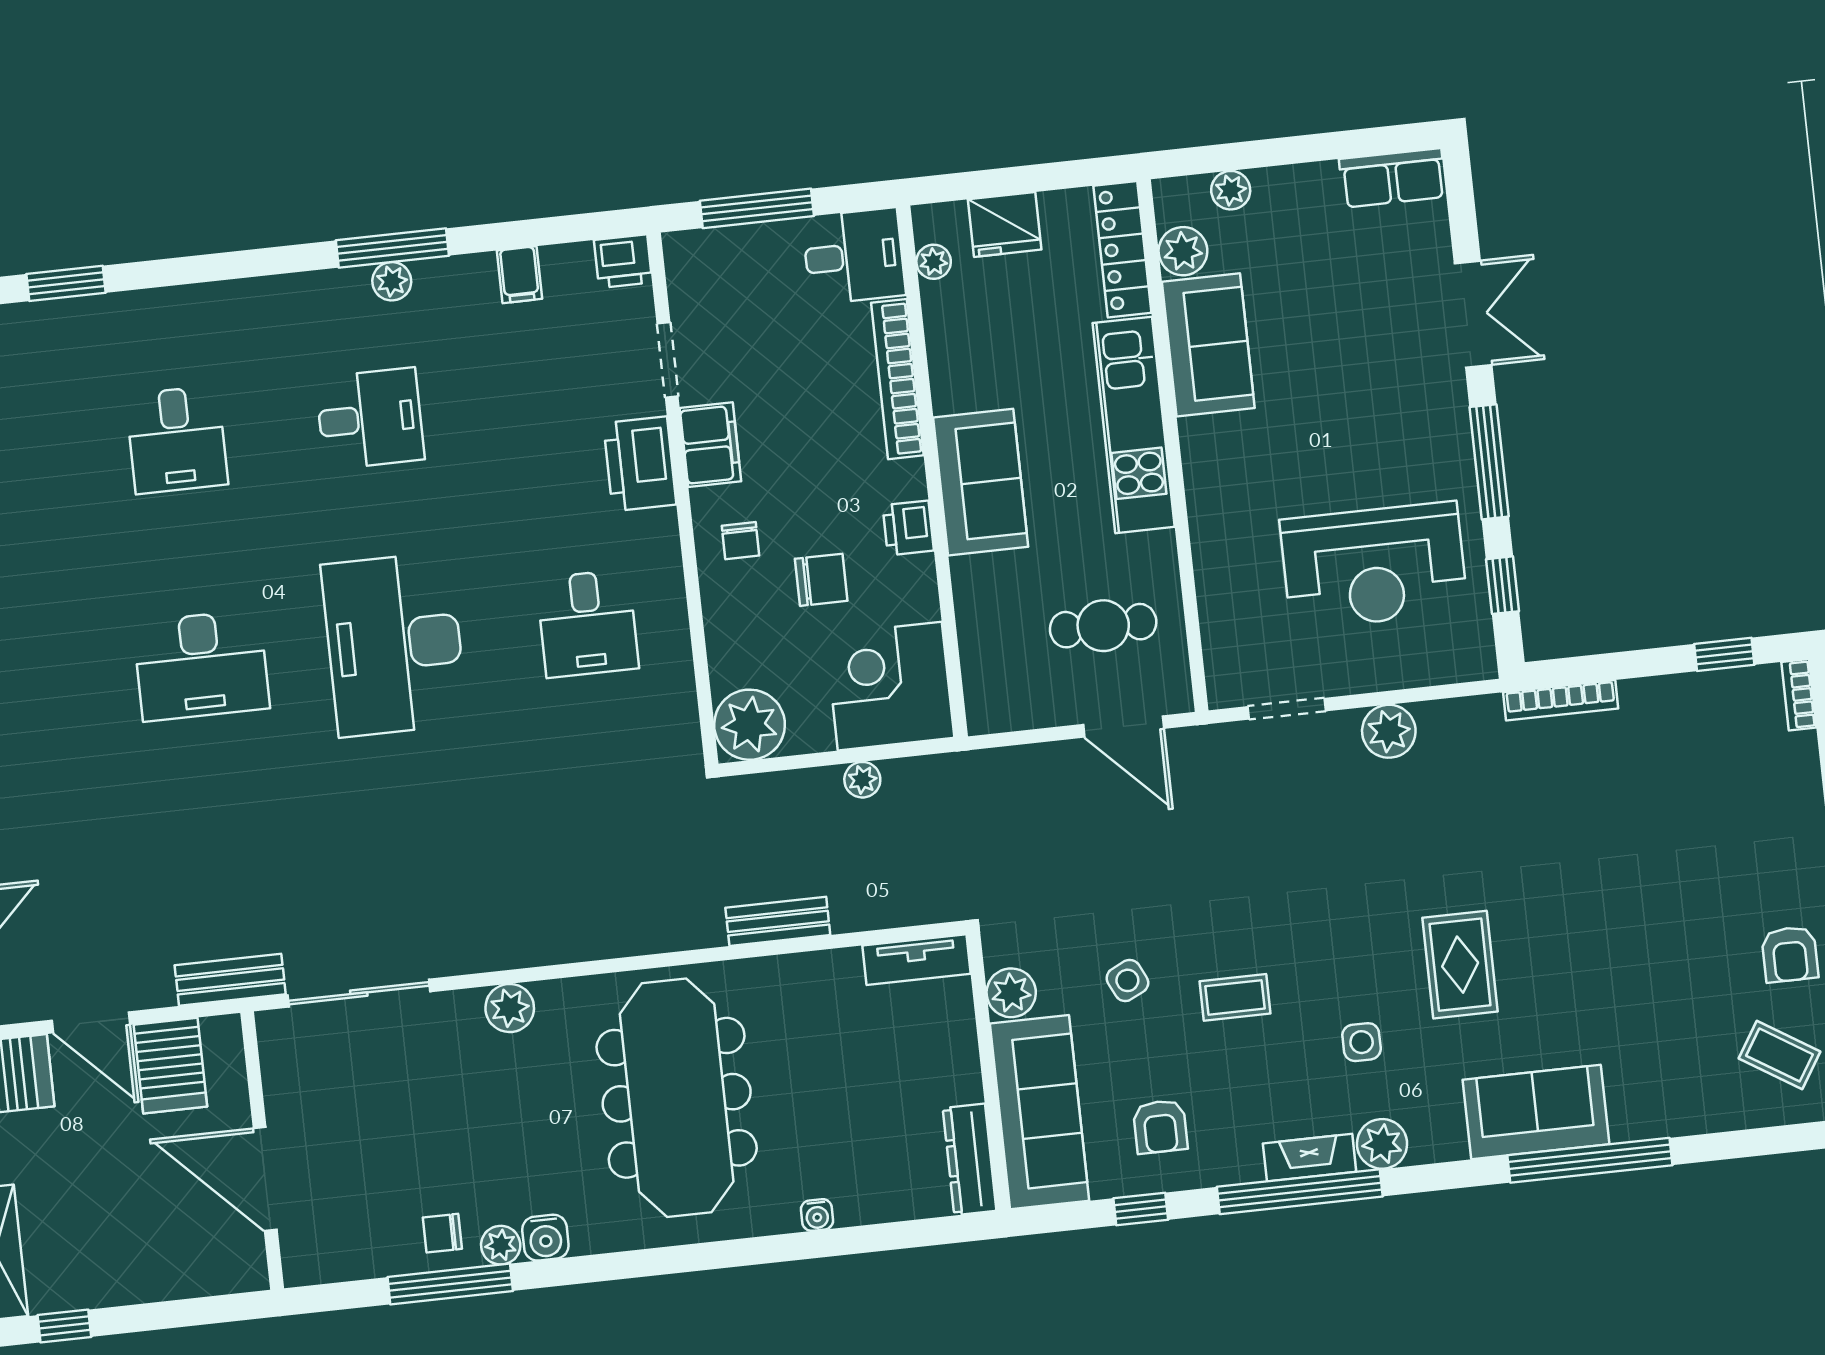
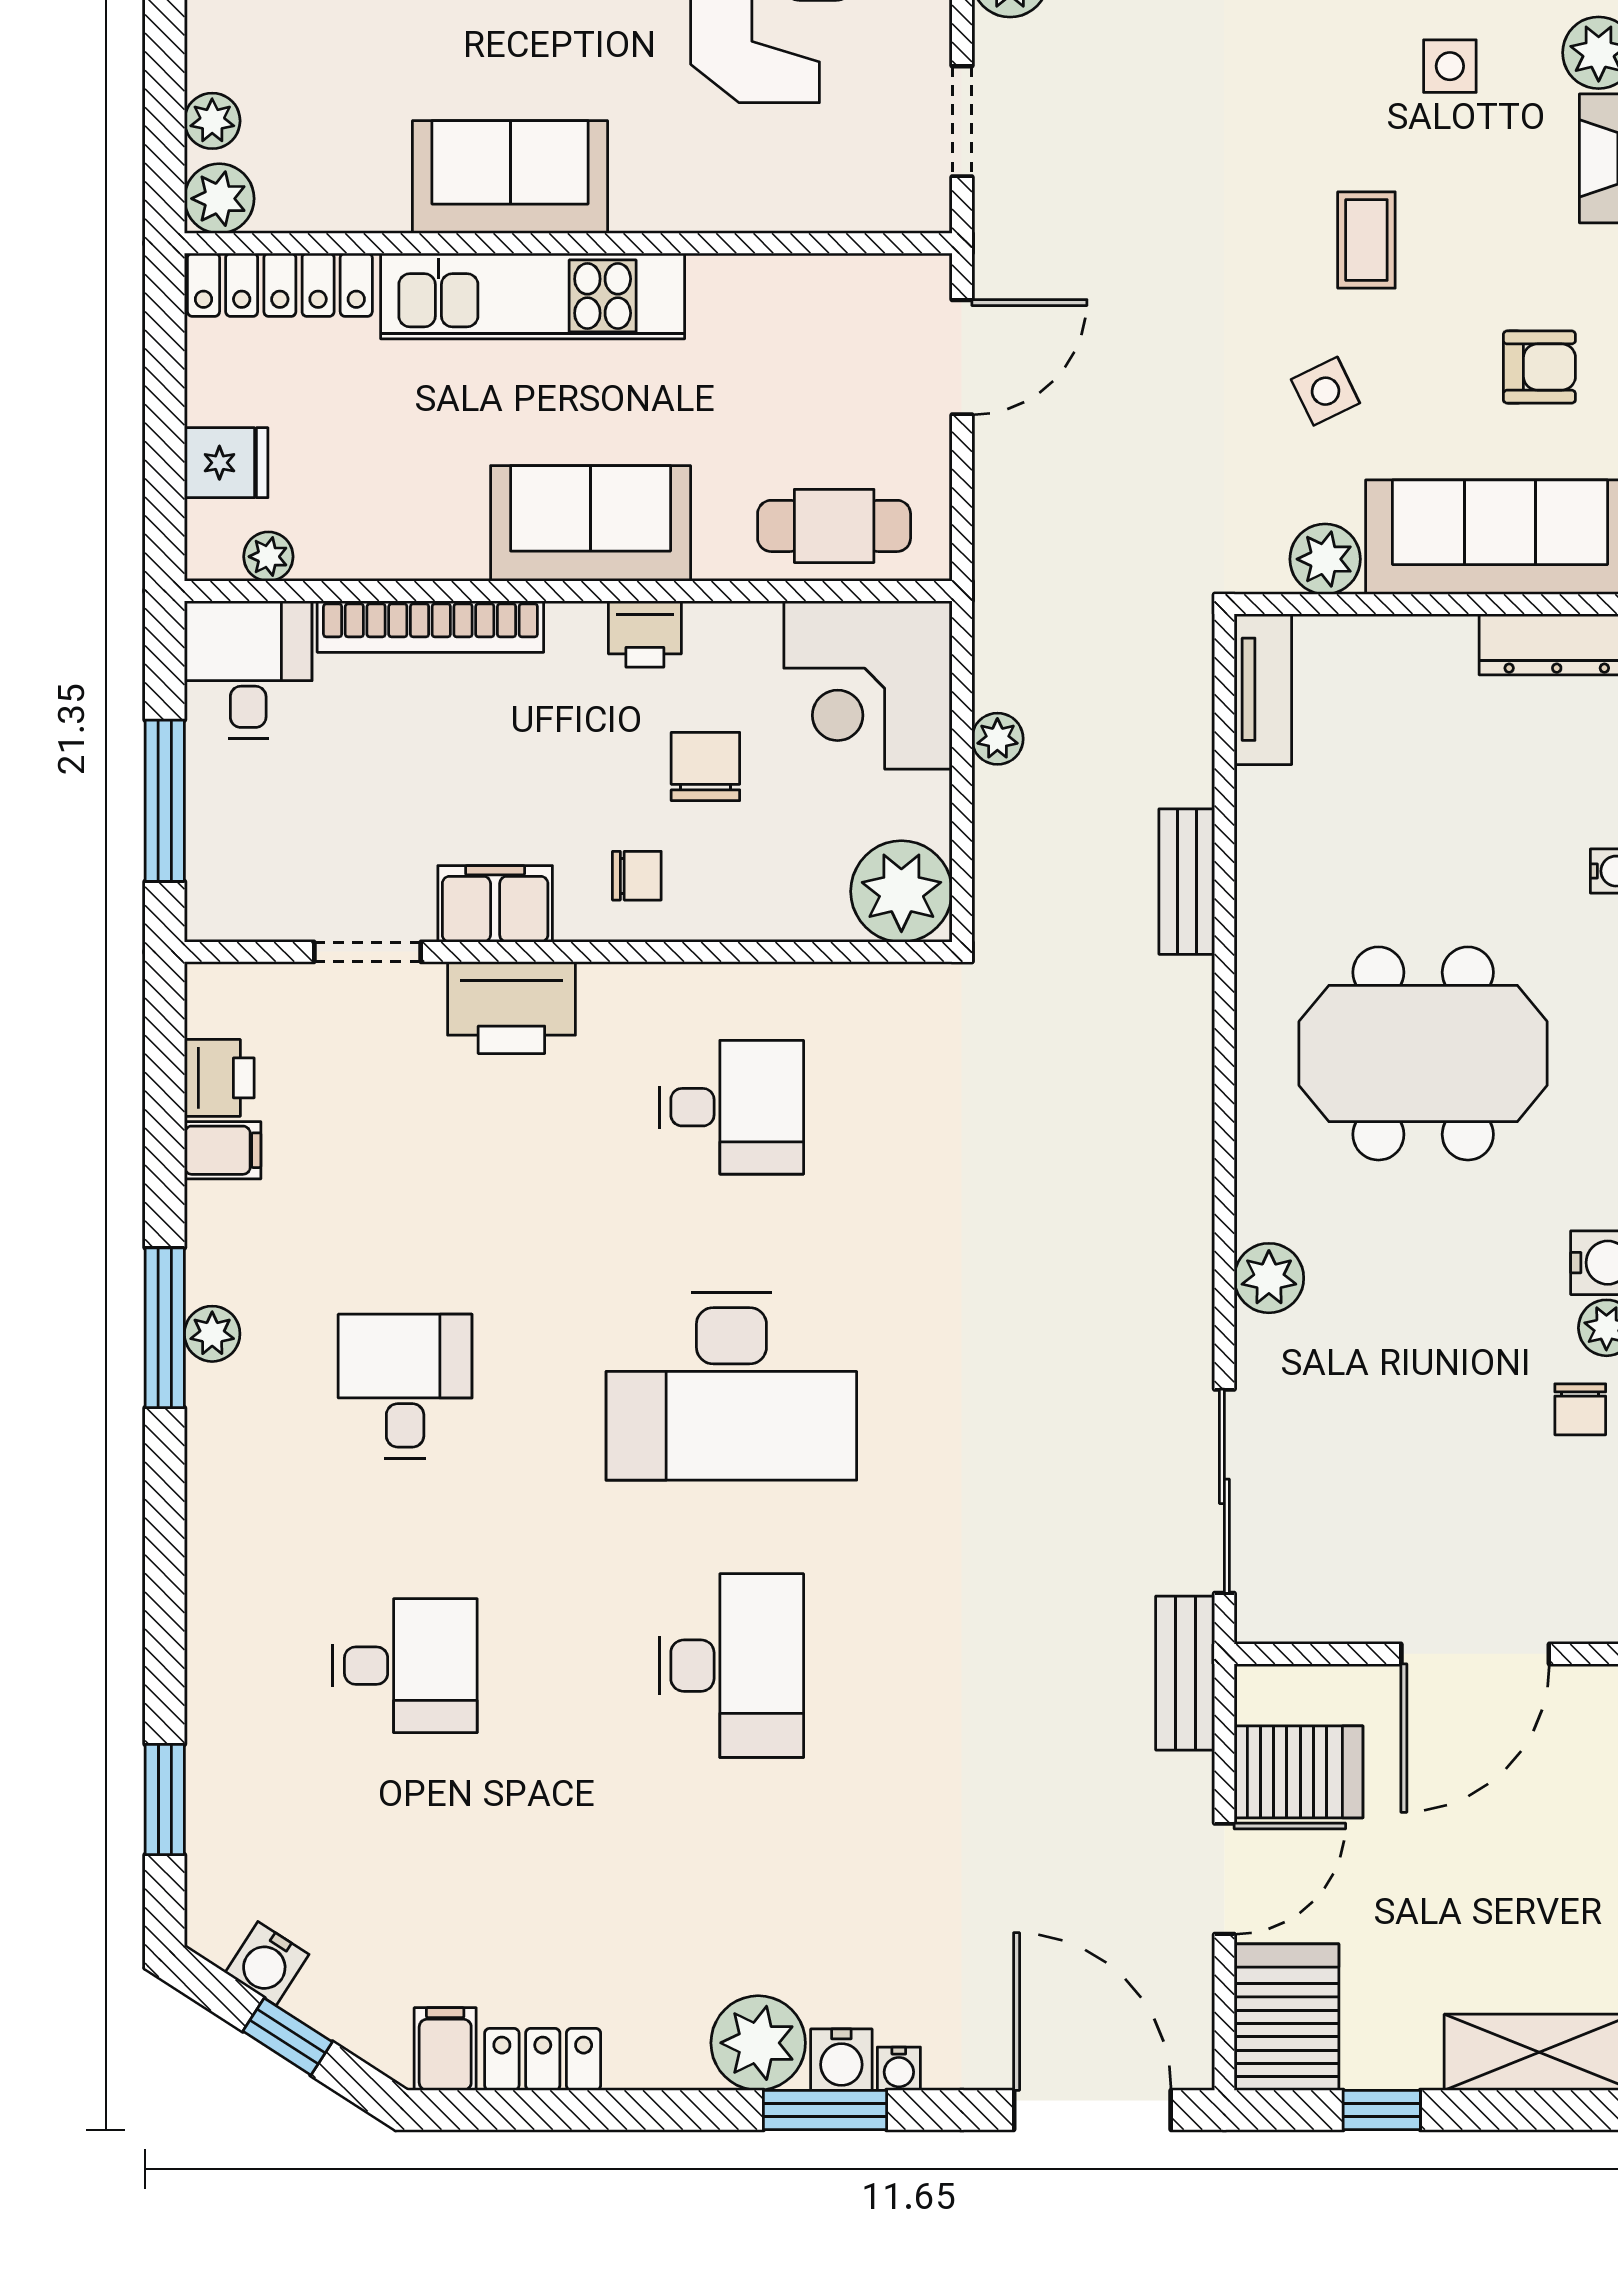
fridge: (1005, 224) -> (226, 463), width x0.72
plant: (1183, 251) -> (219, 199), moved
printer: (623, 261) -> (219, 1078), moved
sofa: (1208, 345) -> (510, 177), moved
cafe table: (1103, 626) -> (834, 526), moved, turned 90
meeting table: (677, 1098) -> (1423, 1053), width x0.73

